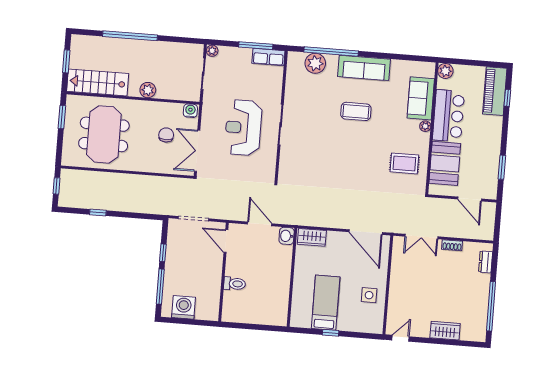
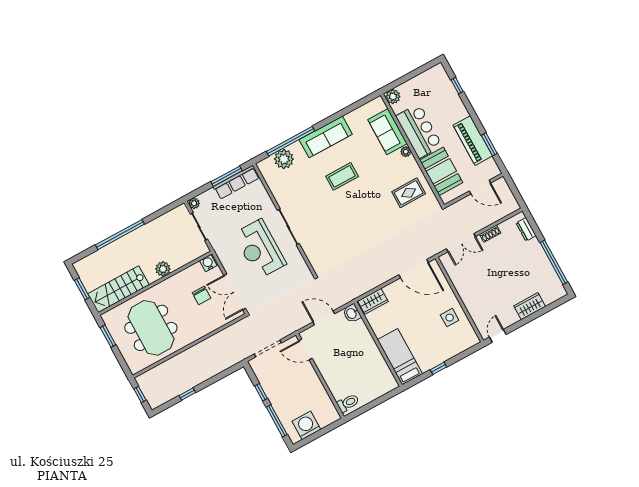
row of seats: (268, 57) -> (236, 182), width x1.48
piano: (495, 91) -> (473, 141), moved
chair: (166, 135) -> (201, 295), turned 180
toilet: (235, 284) -> (348, 403), moved
bed: (326, 303) -> (400, 357), moved

